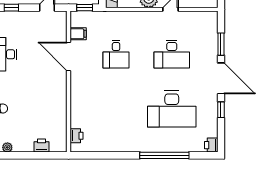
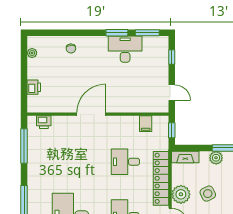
locker: (133, 18) -> (161, 178), added
door: (69, 56) -> (91, 114), moved
window: (100, 155) -> (24, 146), added

